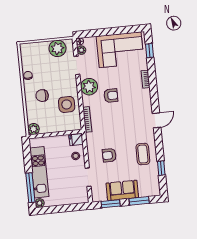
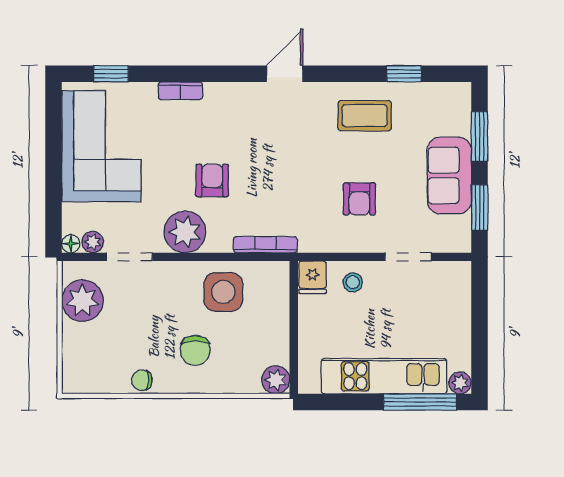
door: (156, 120) -> (285, 74), hinge flipped

